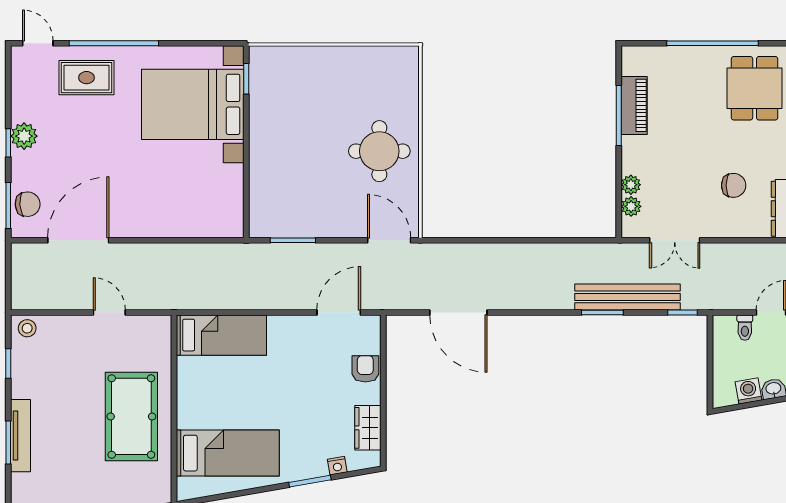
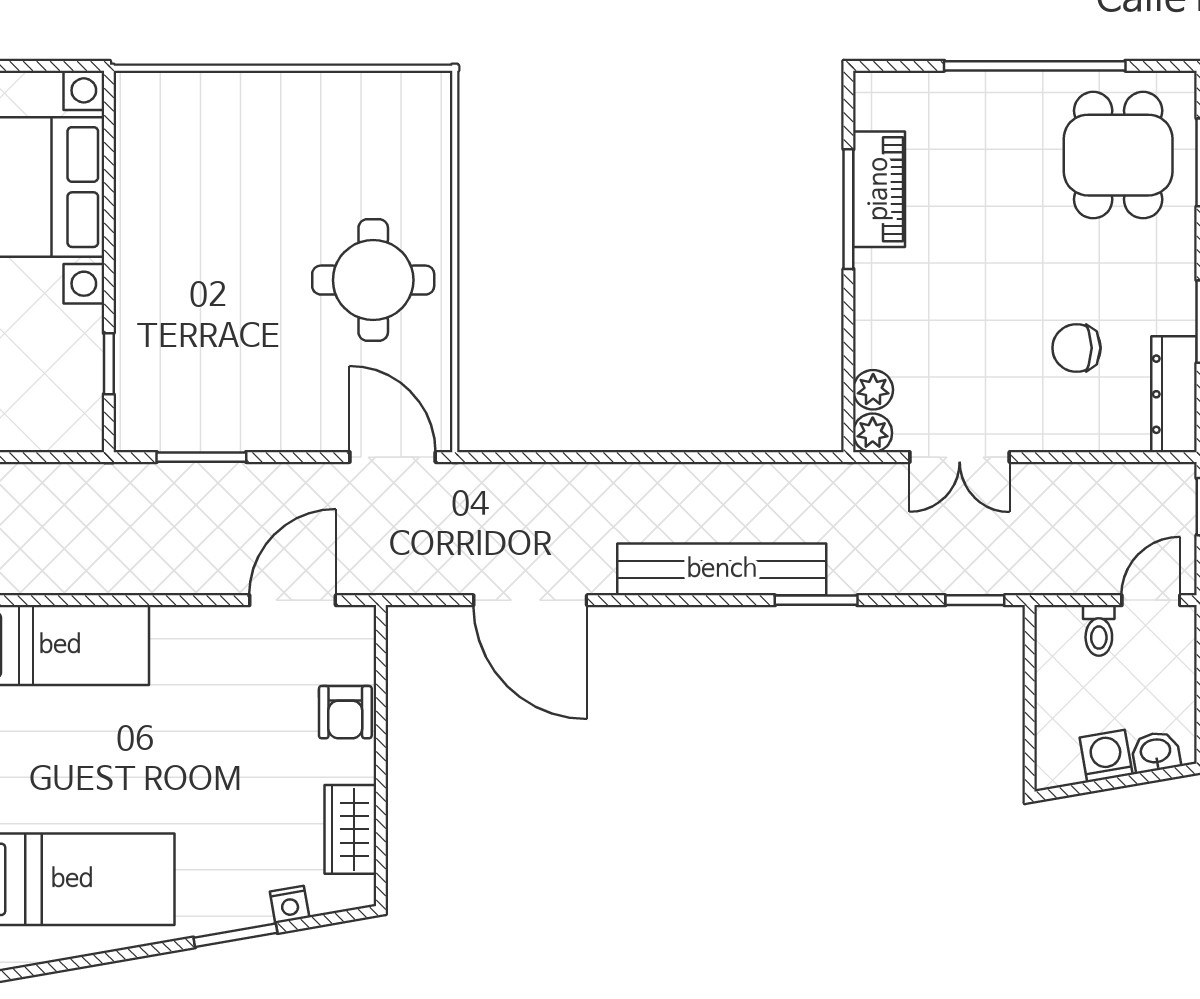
window: (246, 79) -> (109, 364), moved
plant: (631, 185) -> (873, 433), moved
chair: (734, 185) -> (1077, 348), turned 180
bench: (627, 297) -> (722, 569), moved
armchair: (365, 369) -> (345, 712), turned 180

